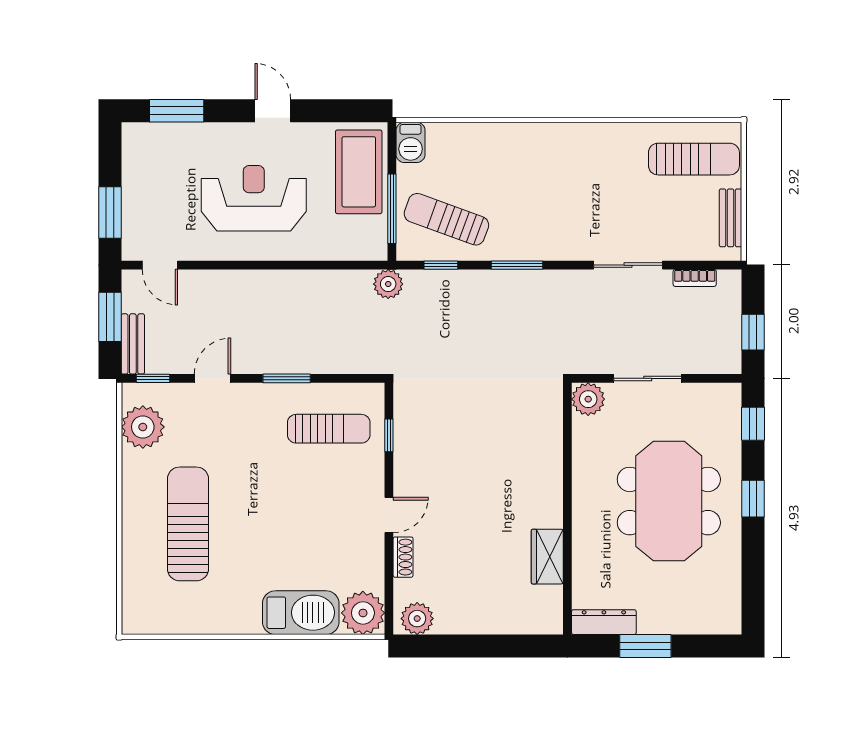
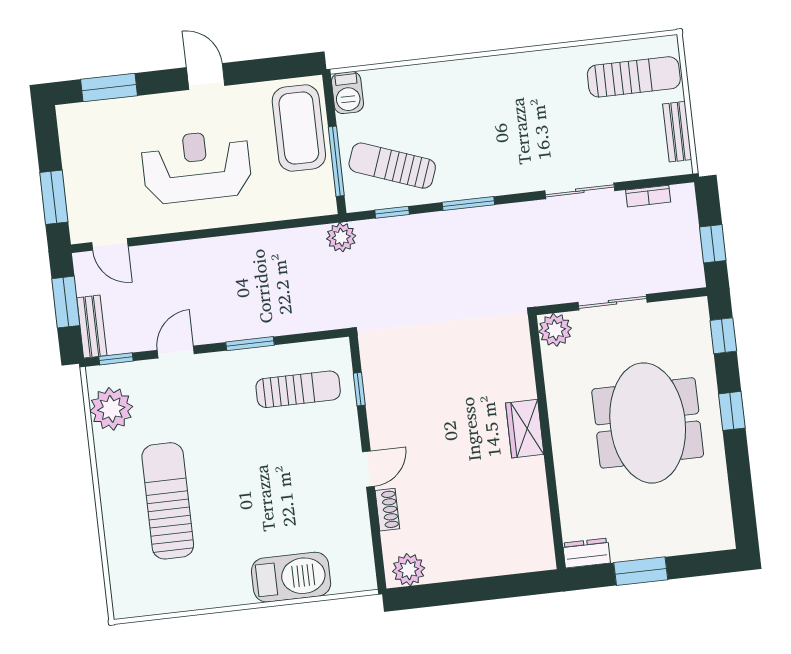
wardrobe: (547, 557) -> (525, 429), moved
plant: (363, 613) -> (354, 570), removed
dresser: (604, 622) -> (587, 553), width x0.70

